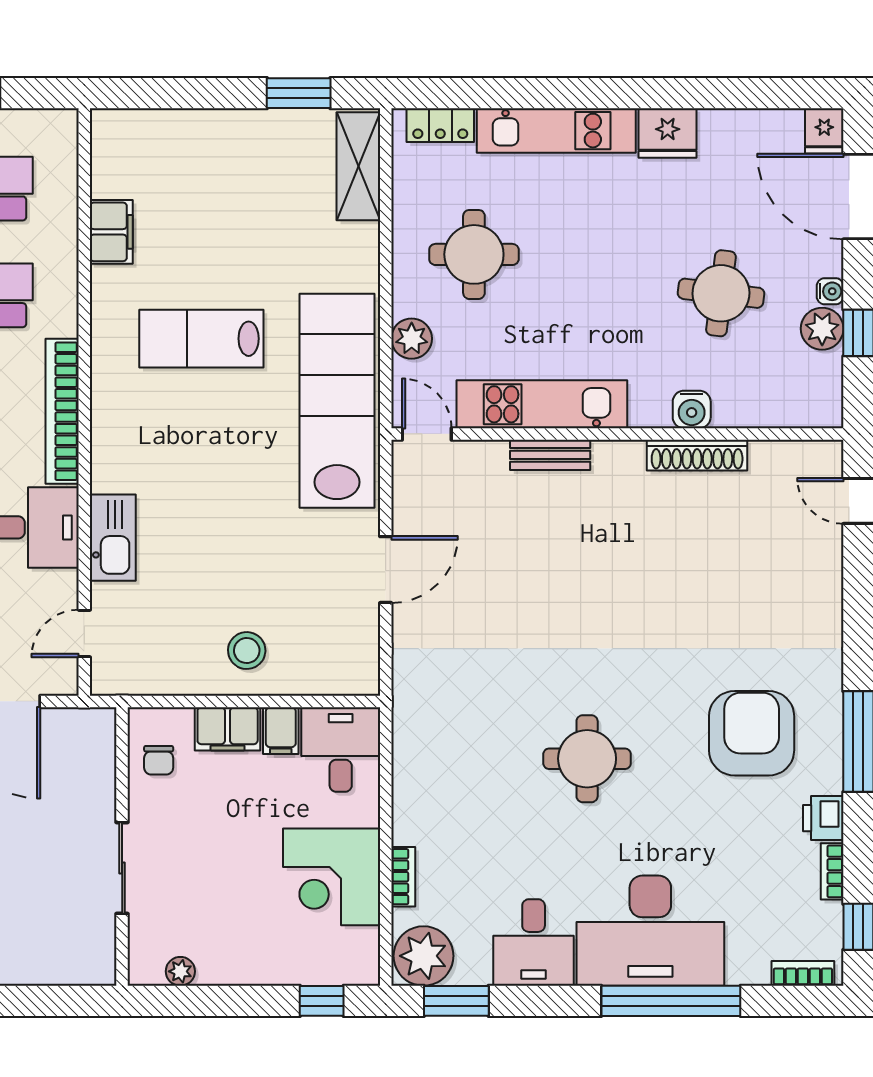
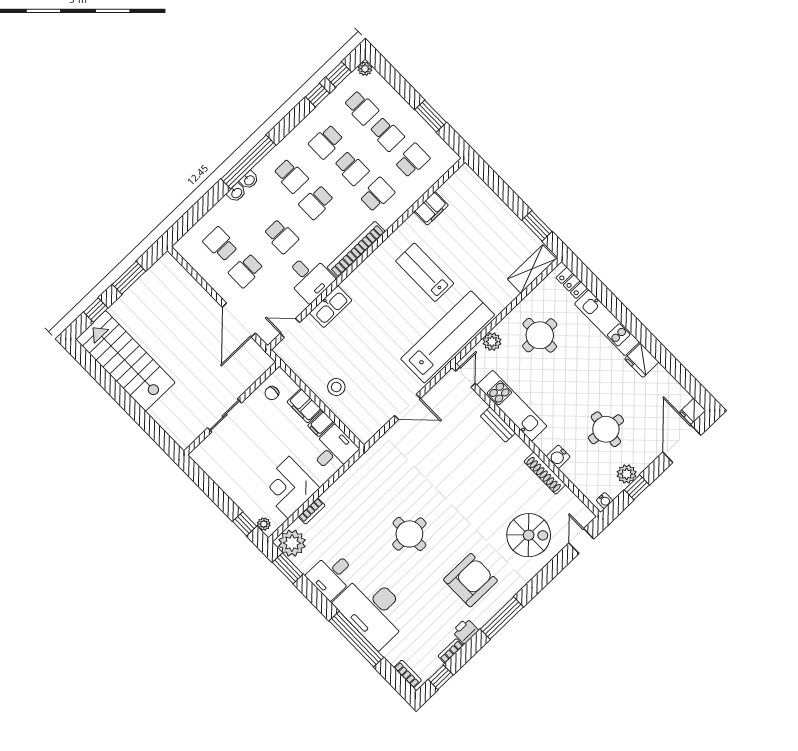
water cooler: (830, 291) -> (605, 500), moved
spiral stairs: (769, 574) -> (529, 535), added
plant: (180, 971) -> (264, 524), moved

